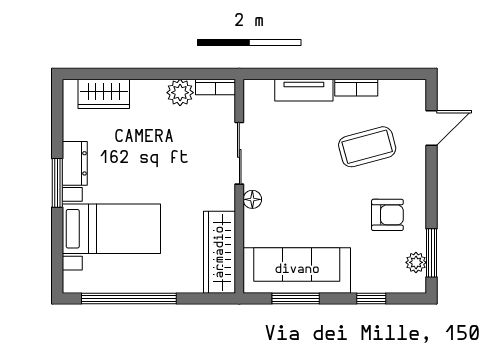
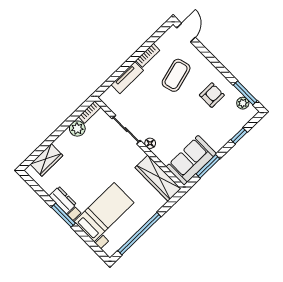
door: (432, 128) -> (186, 33), moved
sofa: (297, 270) -> (191, 160), width x0.73

